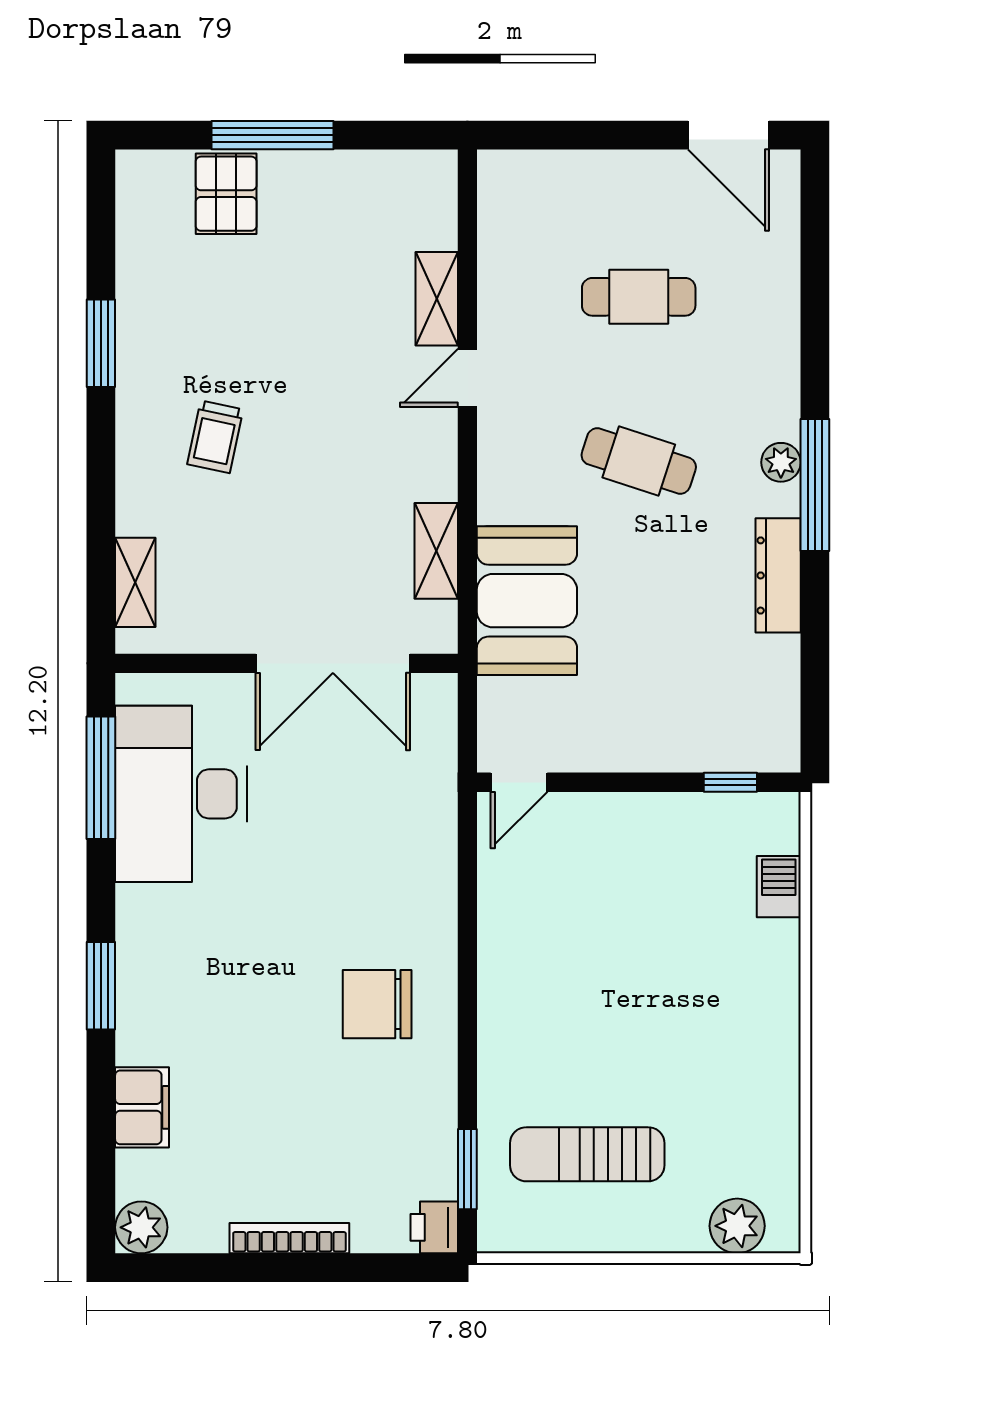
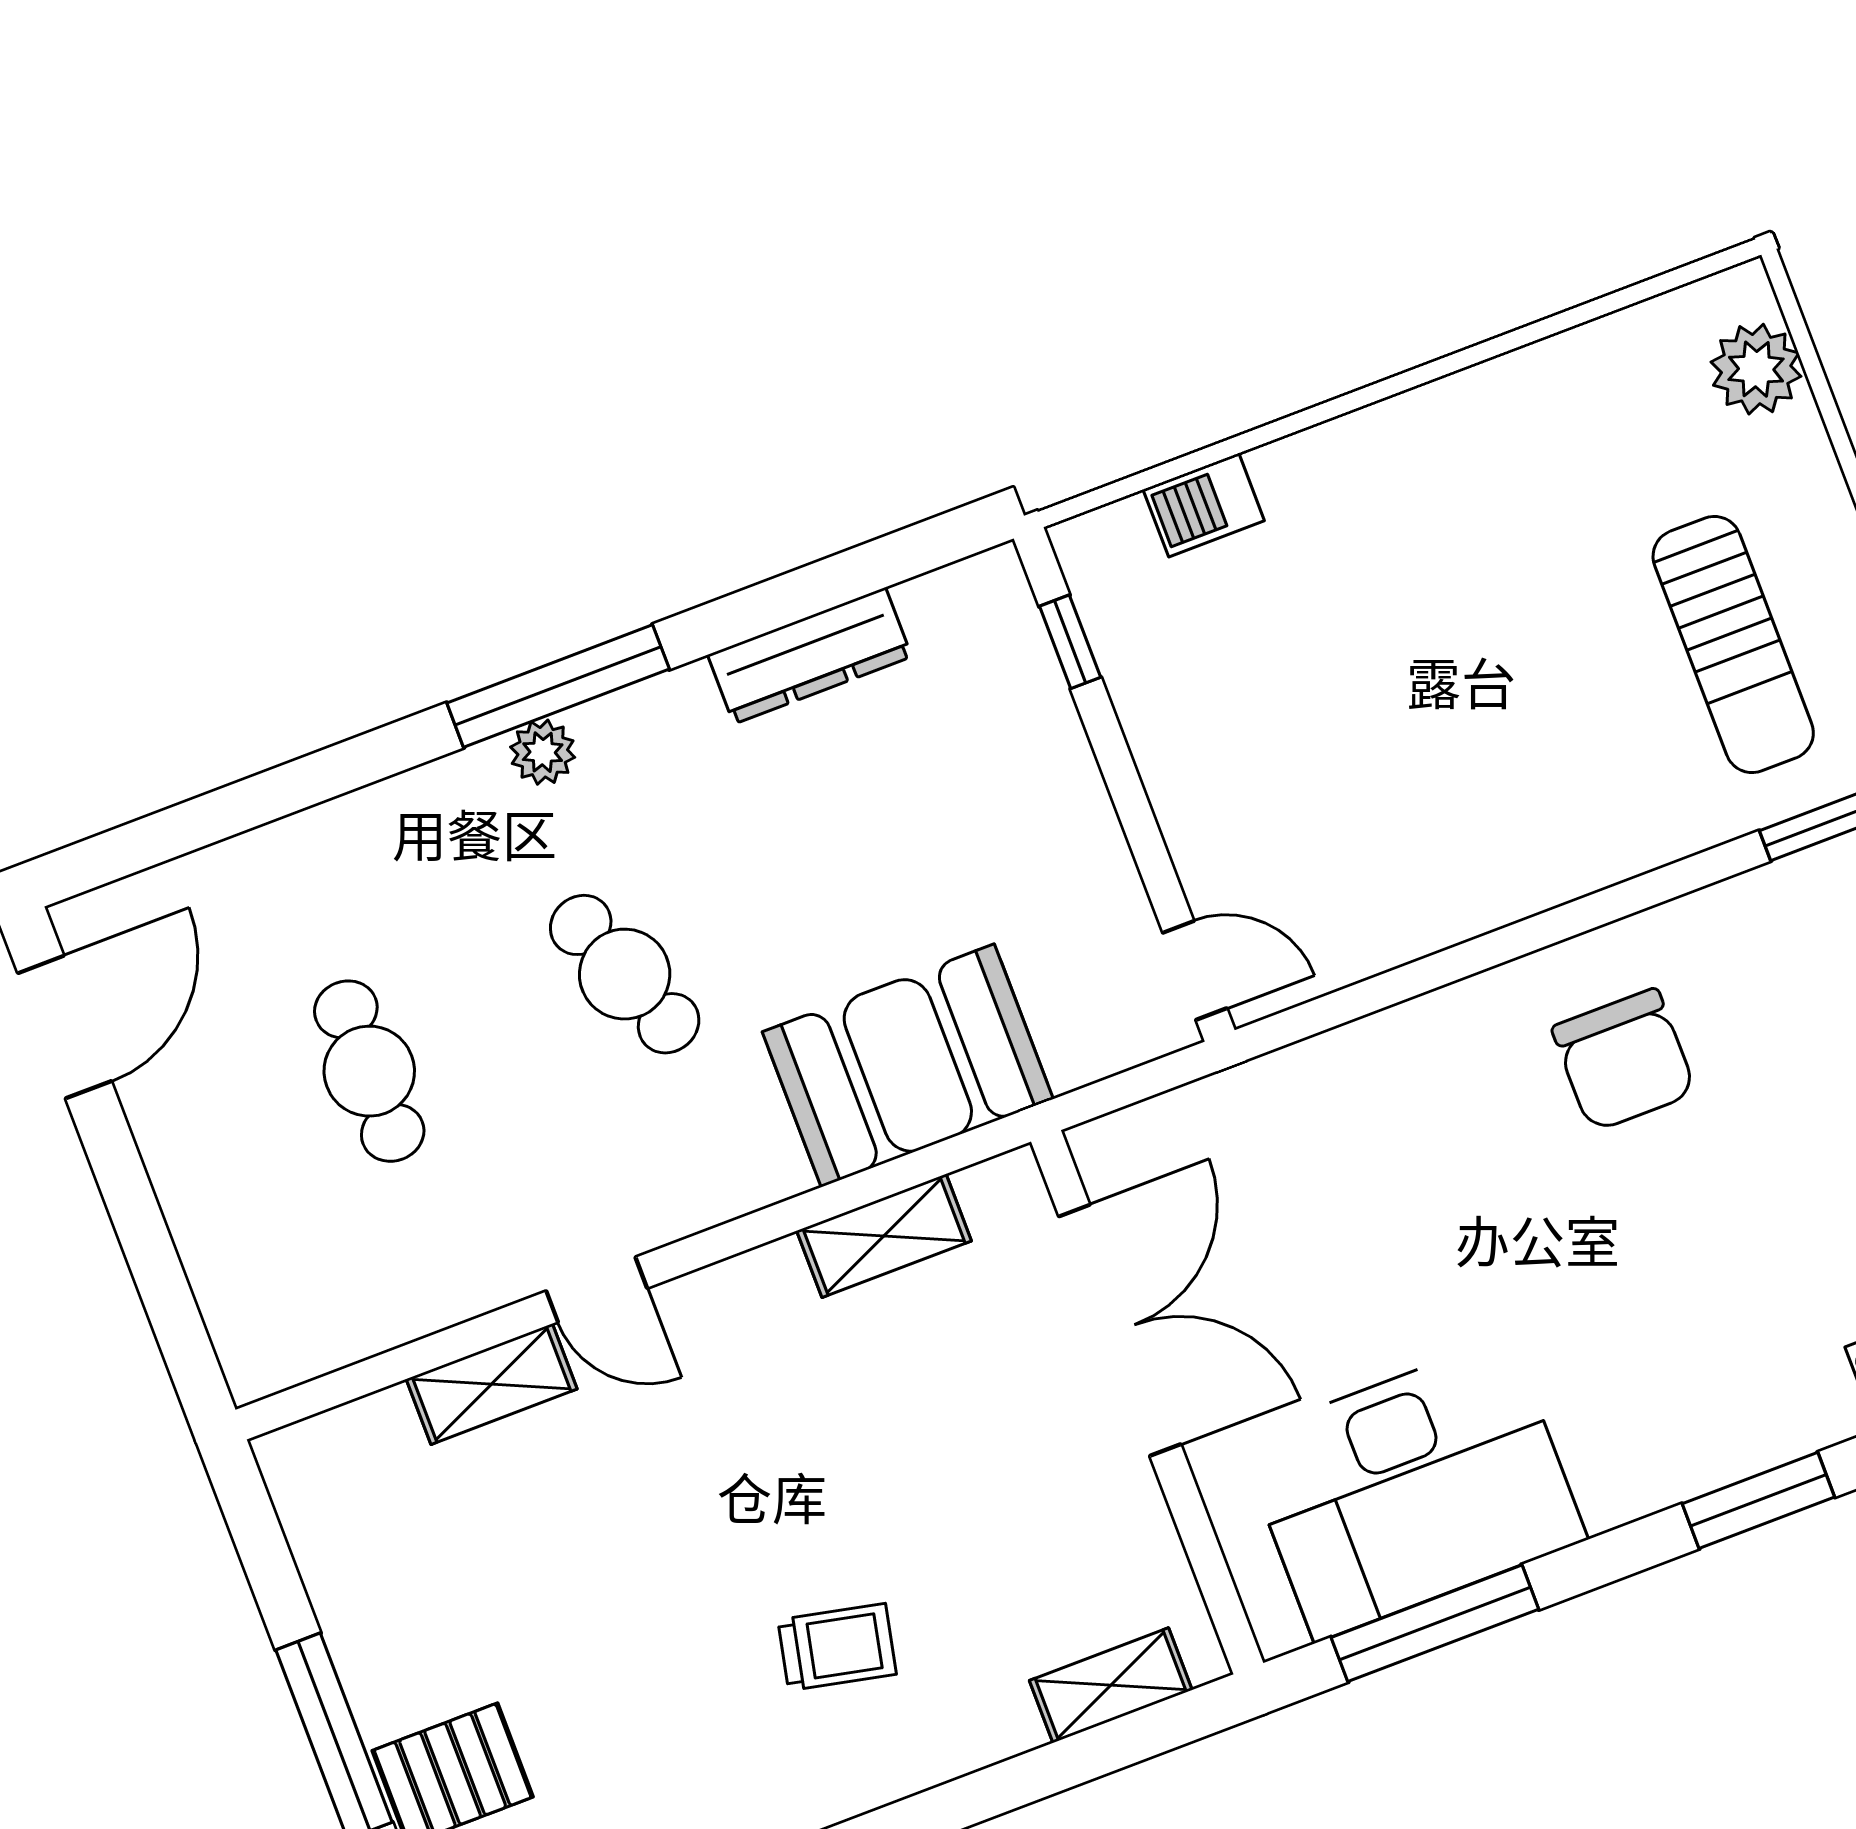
cafe table: (639, 461) -> (625, 974), turned -39
dresser: (778, 575) -> (810, 656), moved

